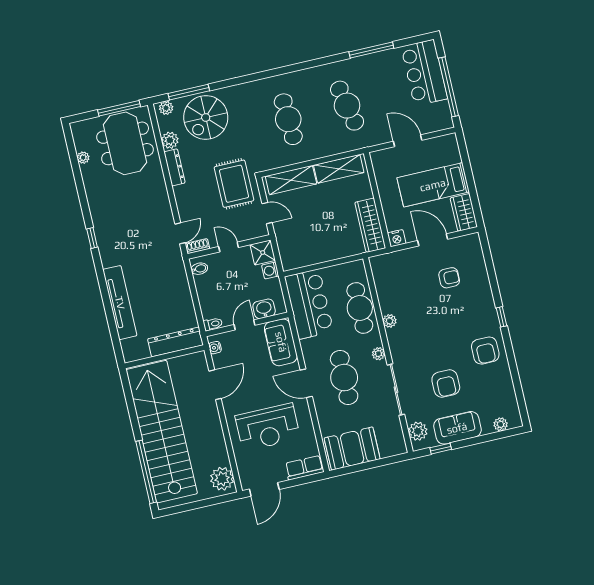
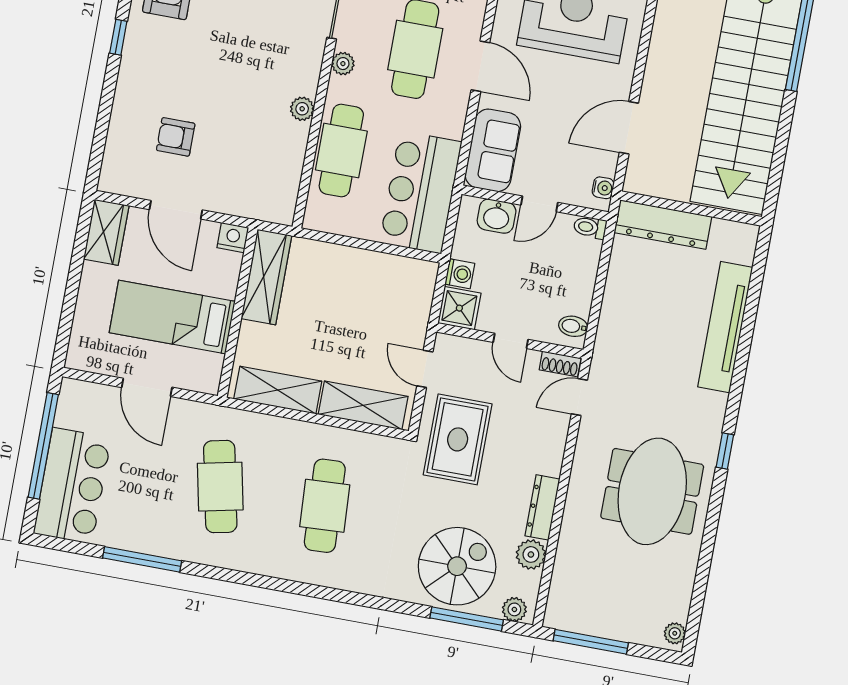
meeting table: (125, 143) -> (652, 491), moved
plant: (83, 158) -> (675, 633), moved
bed: (433, 185) -> (172, 317), moved, turned 180

